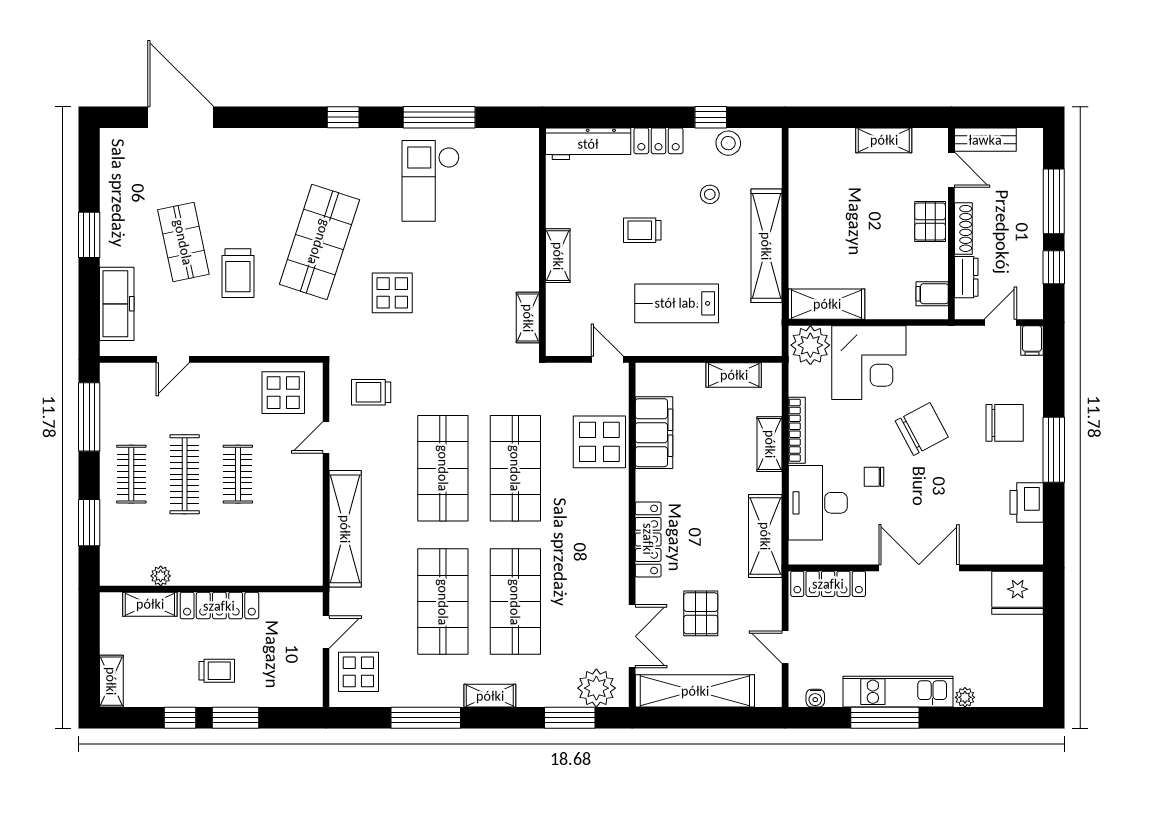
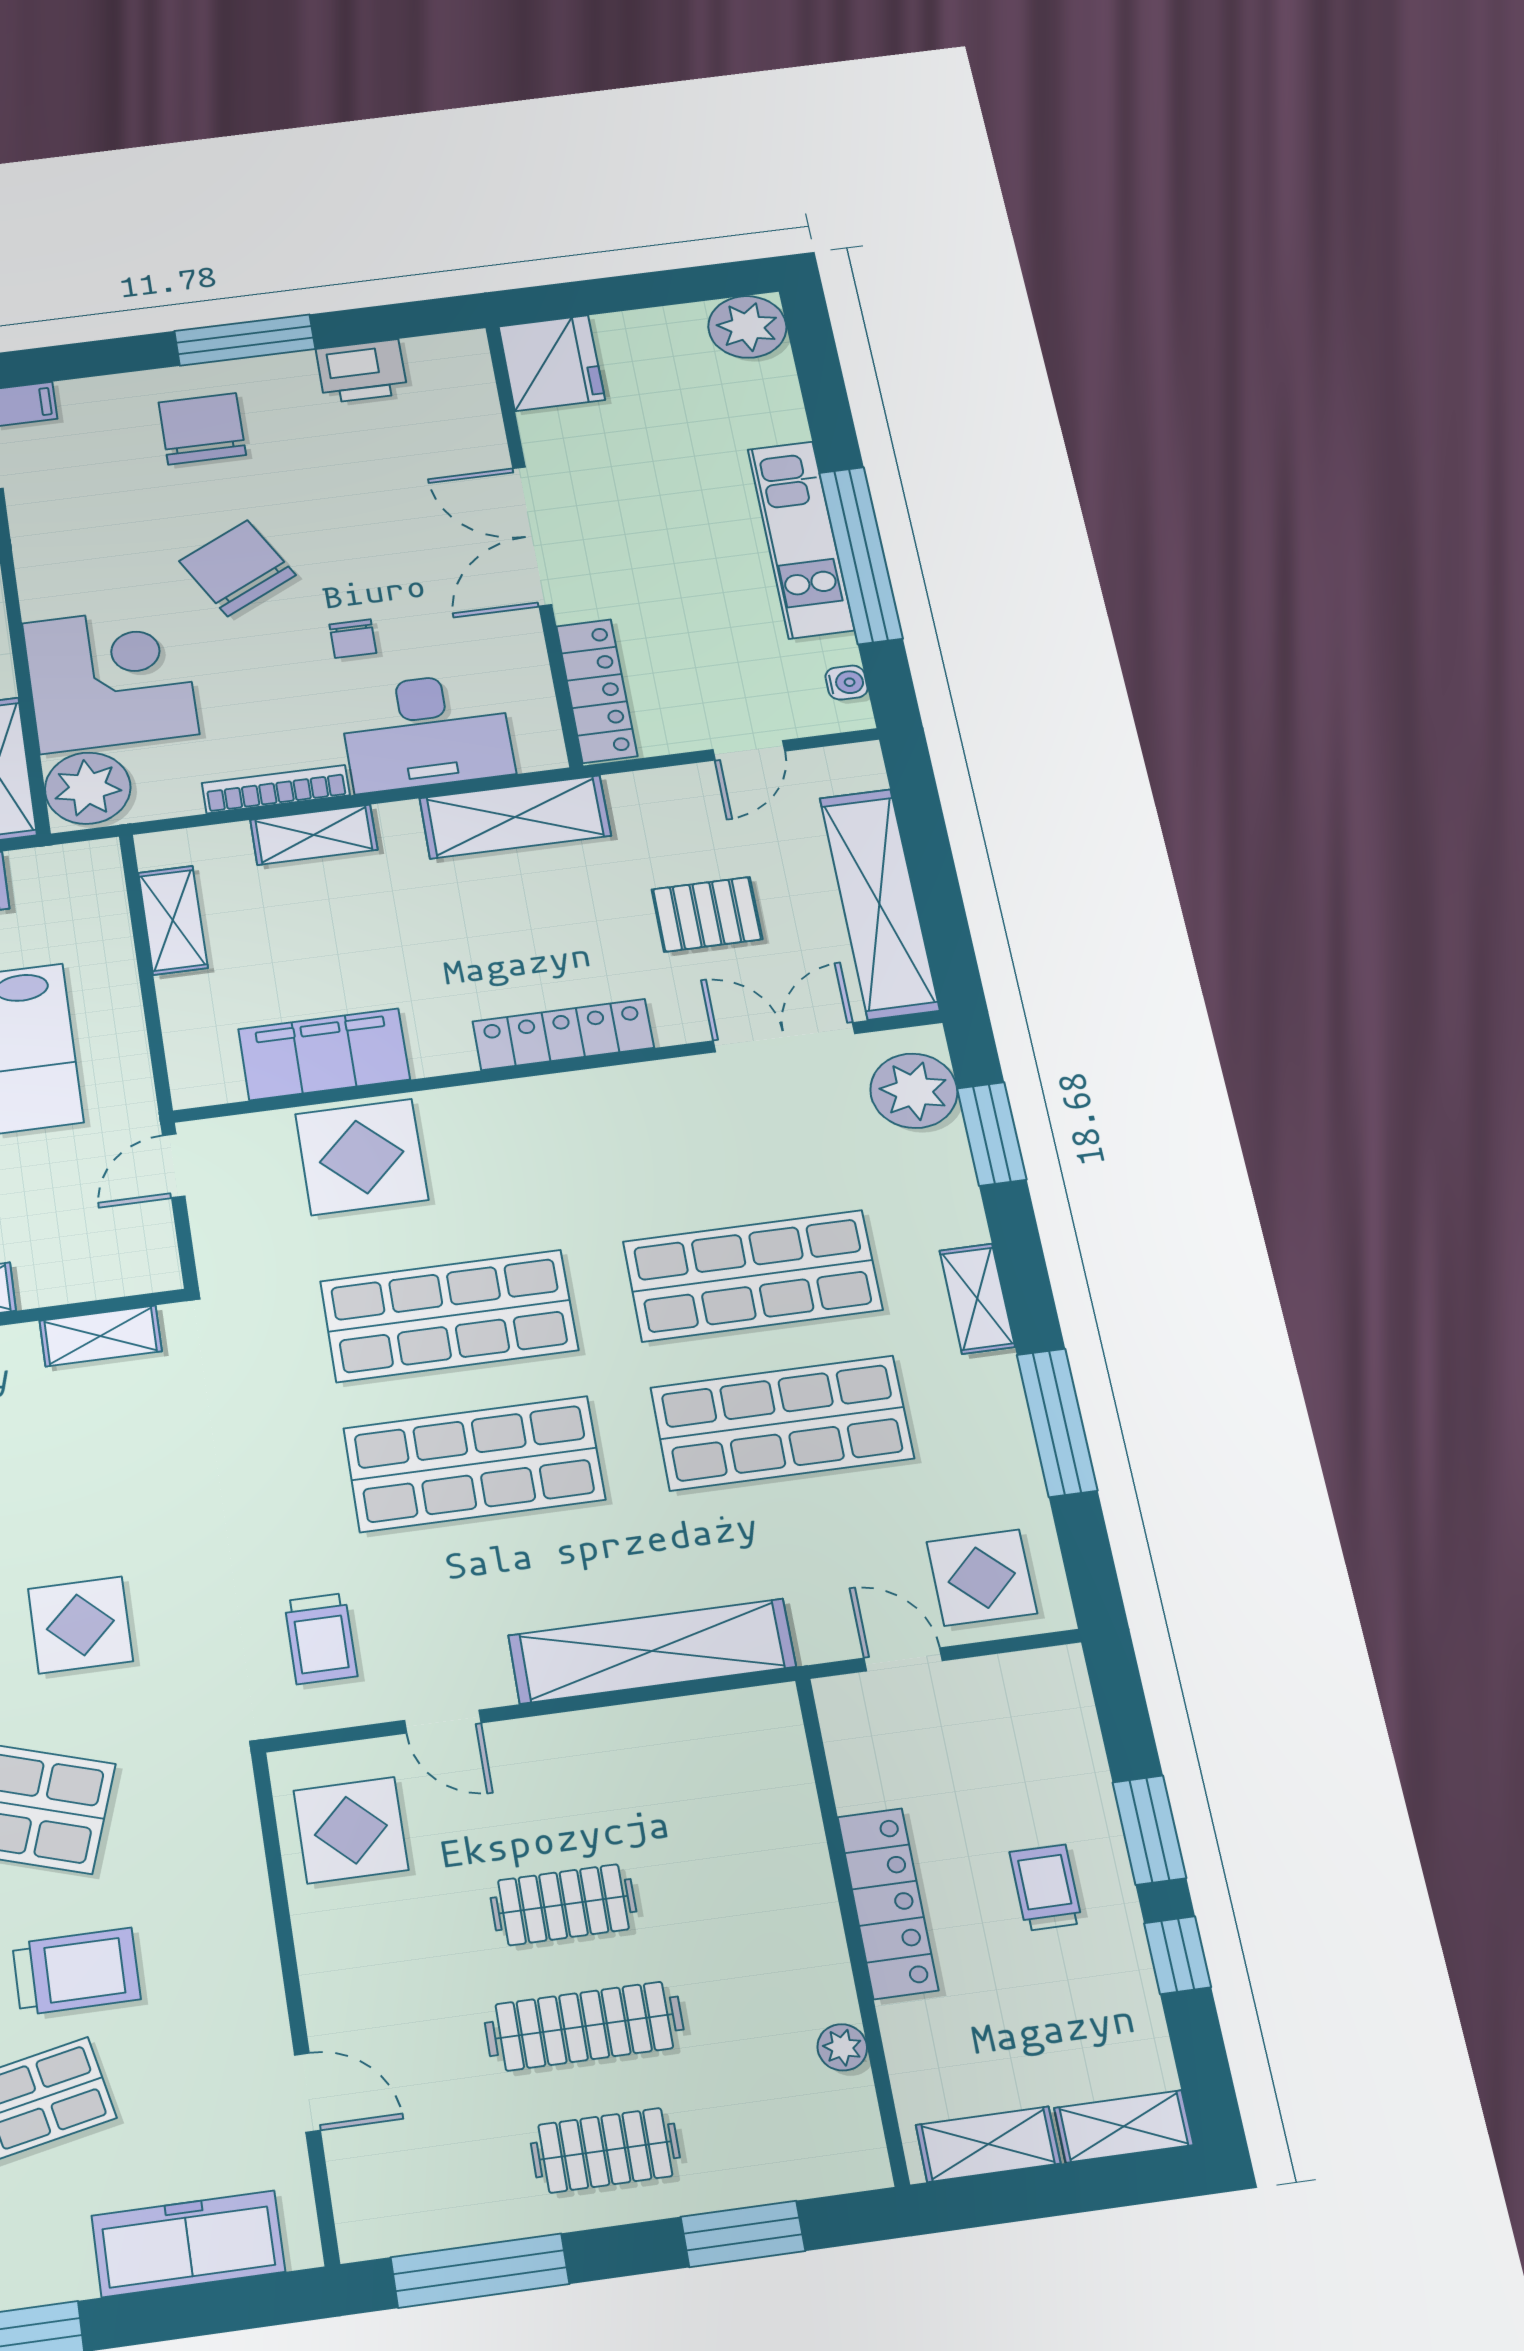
shelving: (150, 604) -> (988, 2144), moved, turned 90
plant: (965, 697) -> (747, 327), moved, width x1.87, depth x1.87
window: (885, 718) -> (861, 555), width x1.46

